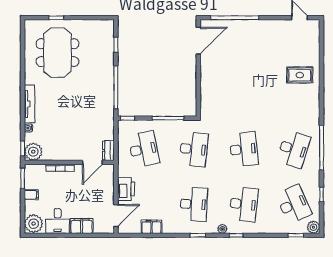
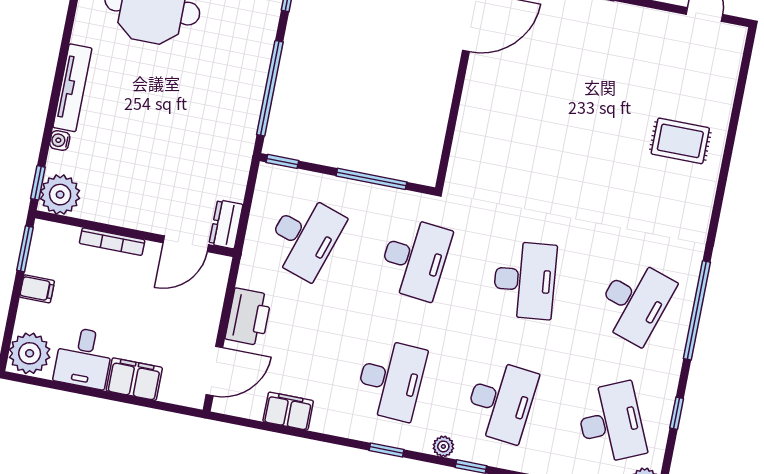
desk: (144, 149) -> (305, 237), turned 30

